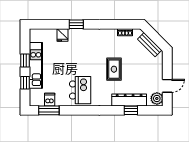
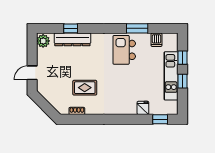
window: (76, 24) -> (160, 119), moved
bench: (150, 45) -> (51, 98), removed
rug: (114, 69) -> (85, 88), moved, turned 90
door: (167, 86) -> (32, 73), moved
window: (49, 110) -> (137, 28), moved

